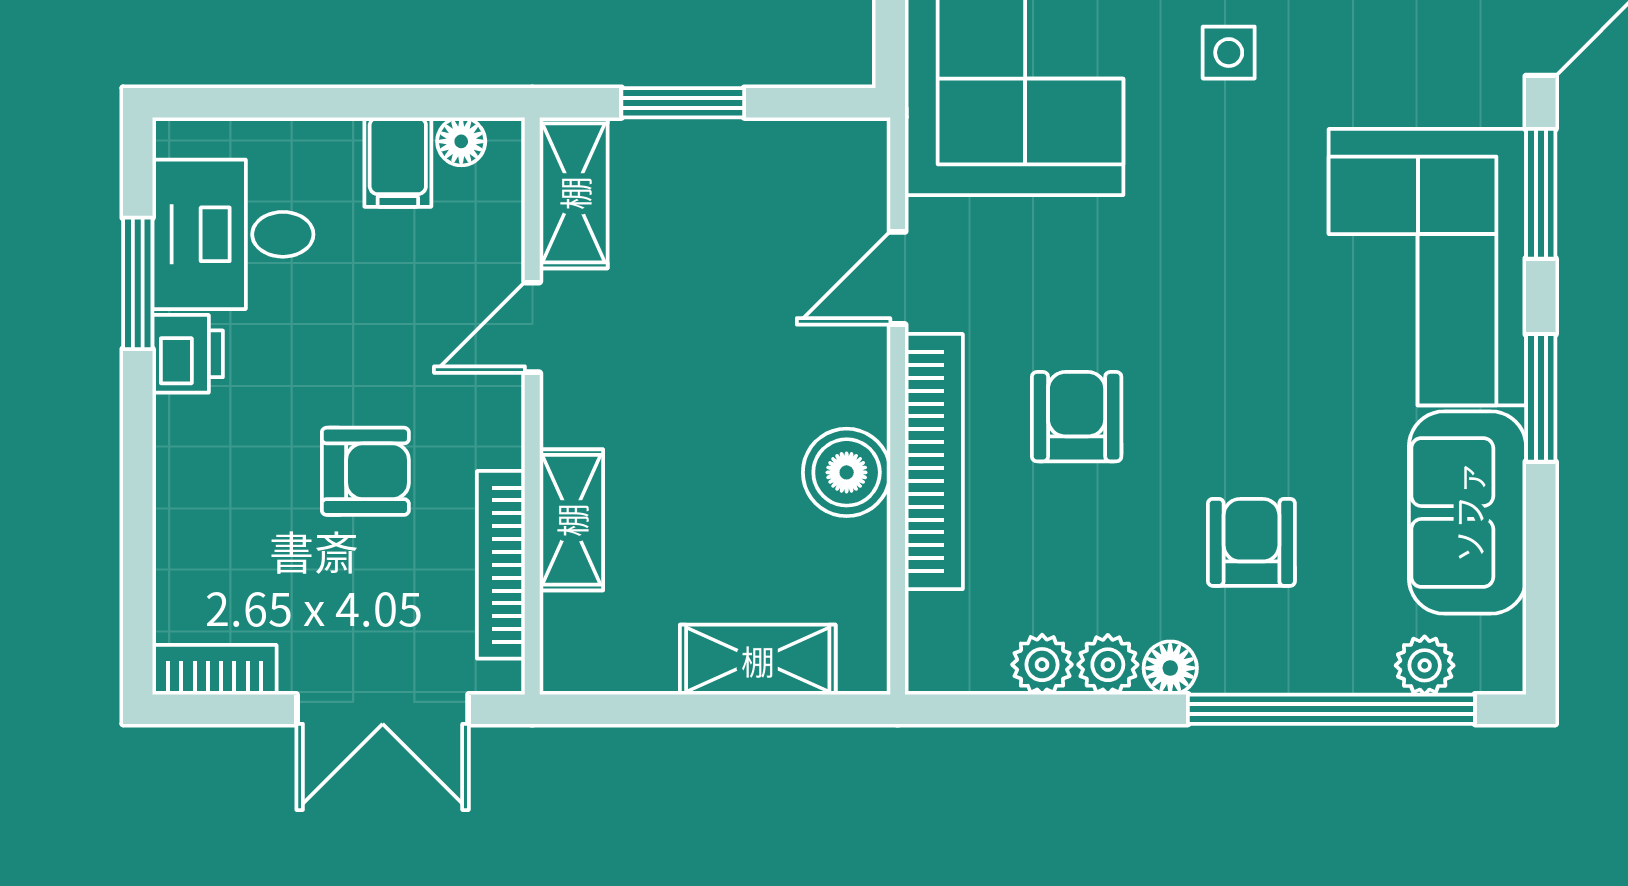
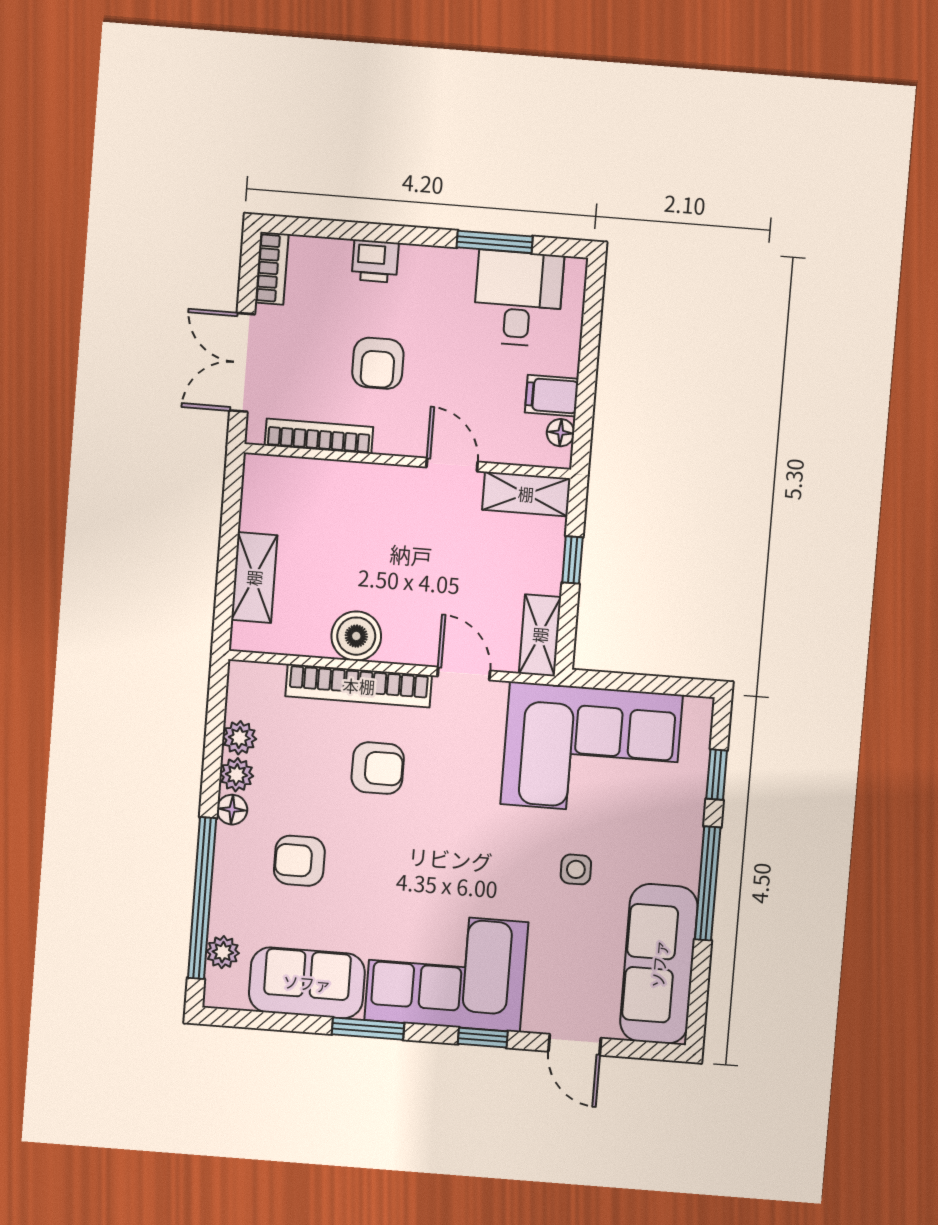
window: (683, 103) -> (572, 560), width x0.67
window: (1541, 194) -> (483, 1038), width x0.67
printer: (188, 354) -> (375, 261), moved
shelving: (571, 520) -> (540, 635), moved, turned 90
armchair: (1251, 542) -> (299, 861), turned 180

